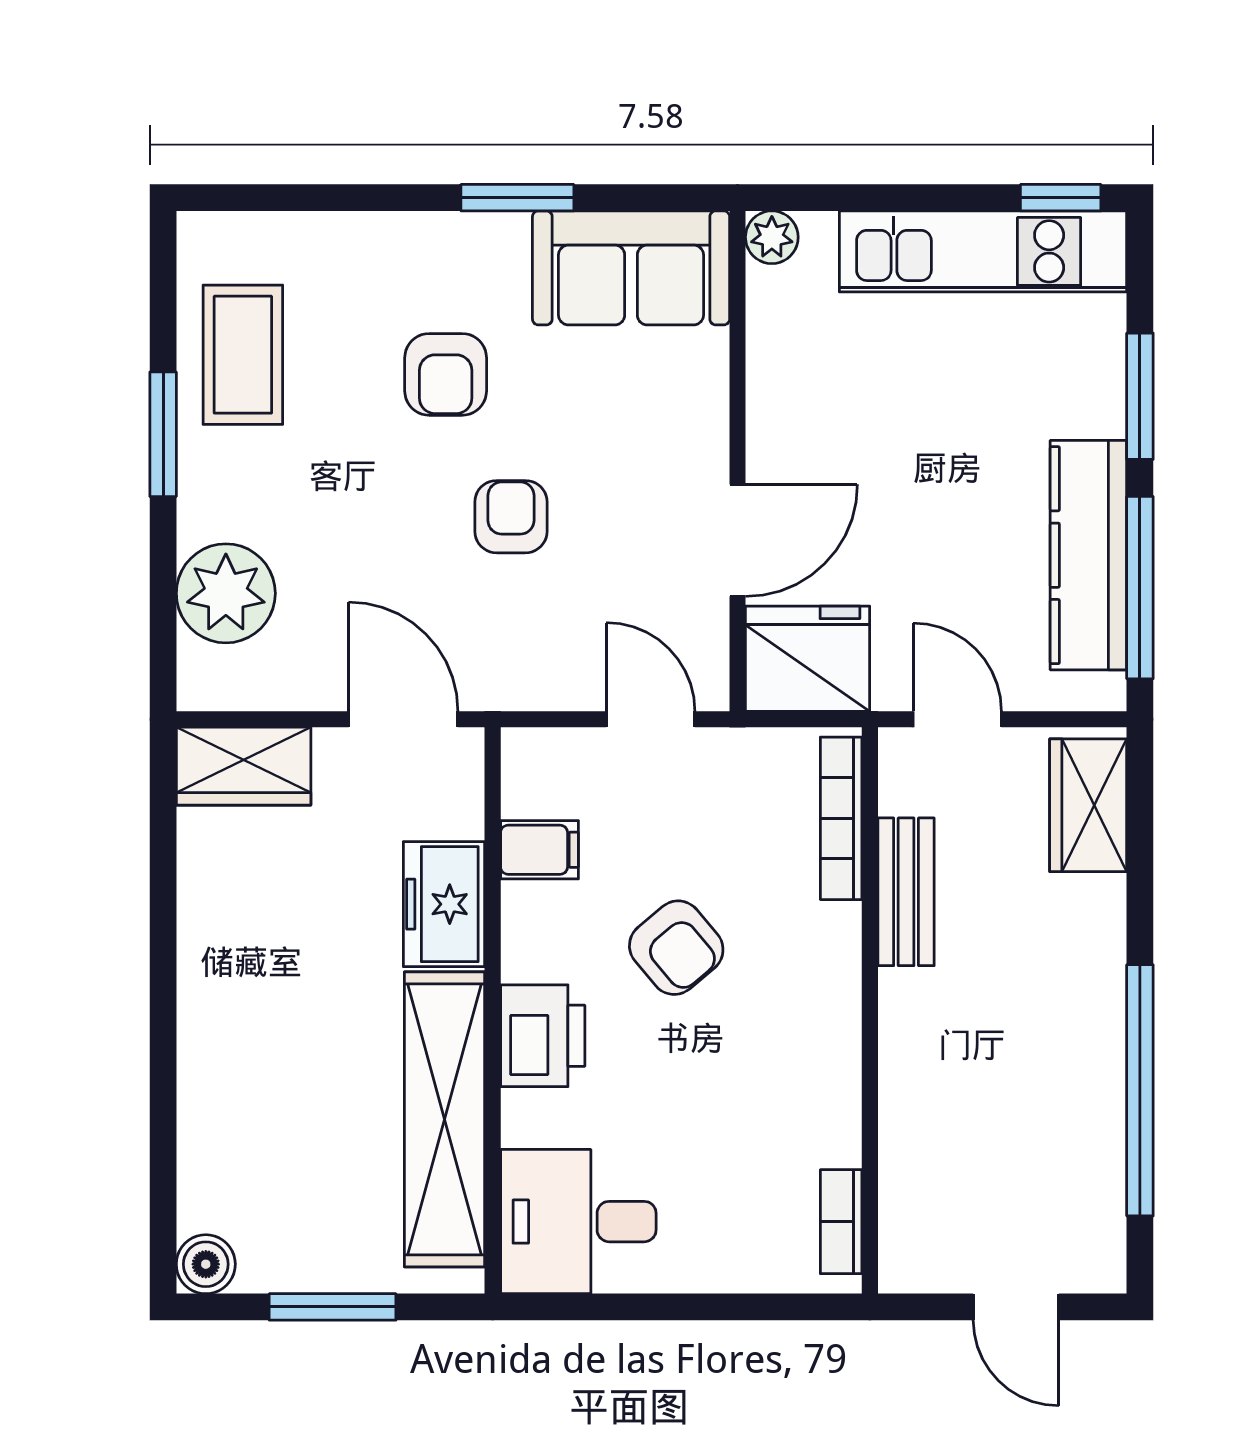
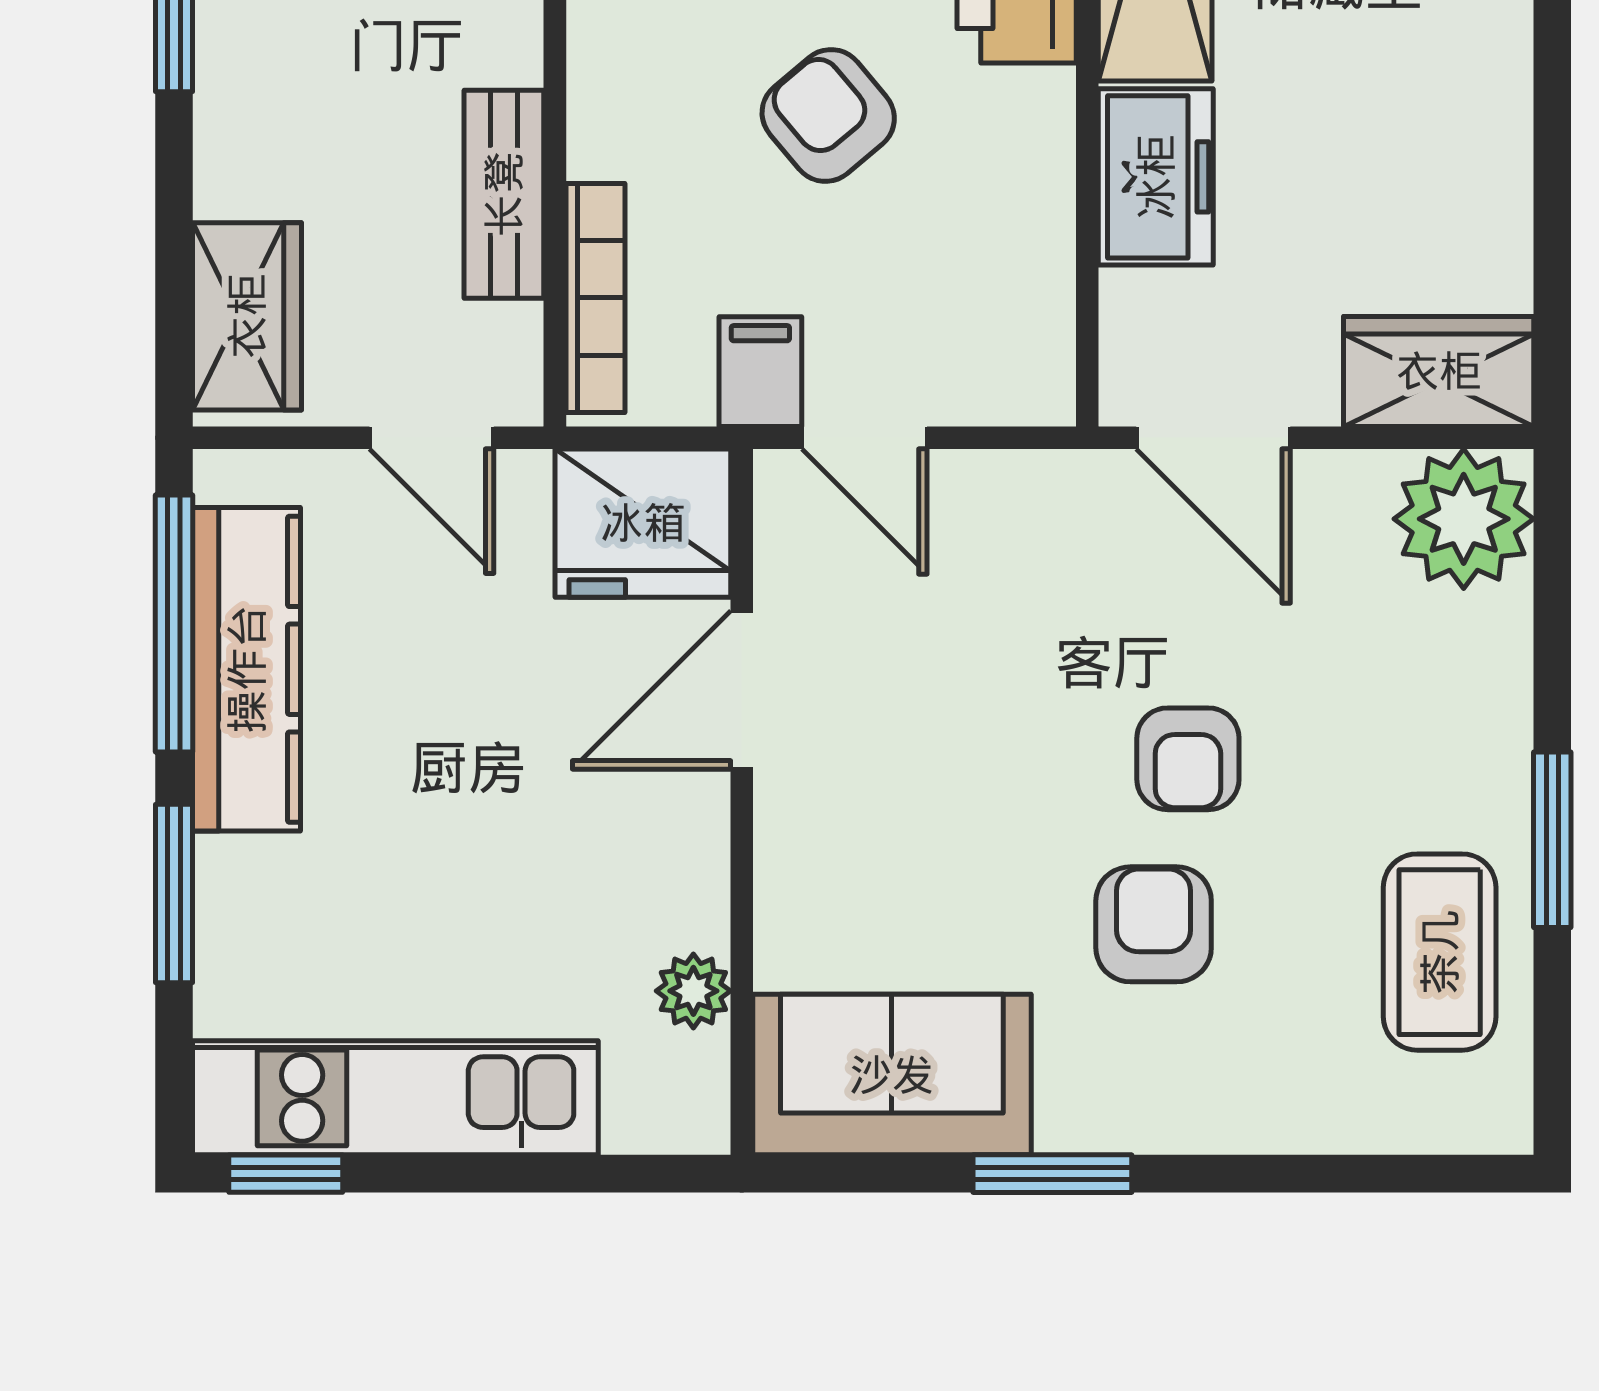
plant: (772, 237) -> (693, 991), moved
armchair: (511, 517) -> (1188, 759), moved
plant: (226, 593) -> (1464, 519), moved
filing cabinet: (540, 850) -> (760, 372), moved, turned 90

